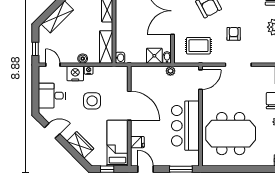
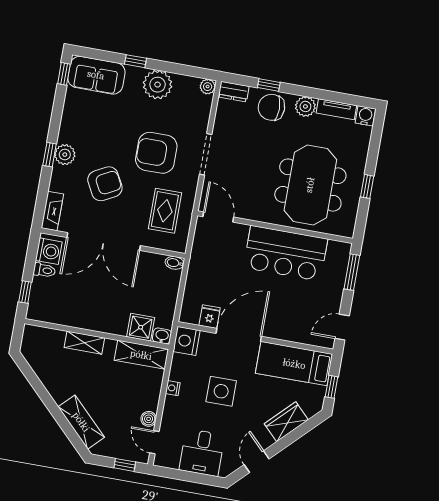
armchair: (234, 34) -> (156, 153), width x1.88, depth x1.88
shower: (154, 56) -> (141, 327), moved
boiler: (83, 59) -> (149, 419), moved
door: (53, 65) -> (154, 442), hinge flipped
plant: (170, 71) -> (196, 261), removed
nightstand: (75, 74) -> (186, 341), moved
fridge: (137, 142) -> (210, 317), moved
window: (236, 169) -> (367, 186), added

